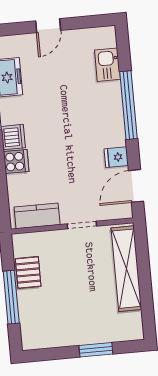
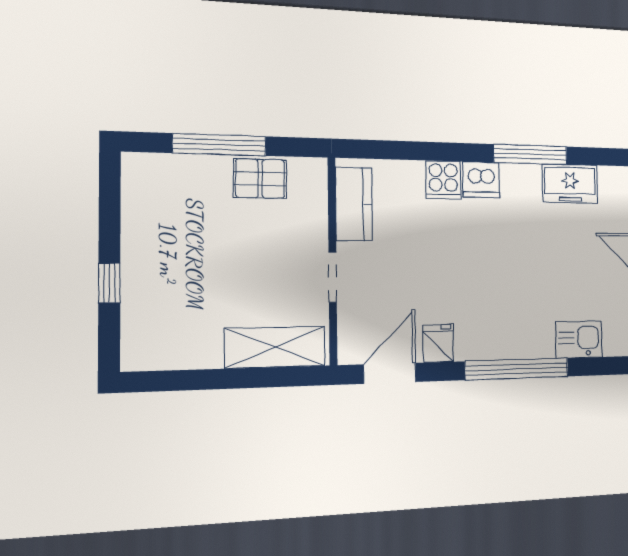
door: (136, 186) -> (390, 373), hinge flipped
shelving: (126, 269) -> (275, 347), width x0.68
window: (96, 350) -> (109, 283), width x0.67

